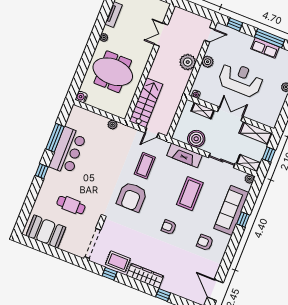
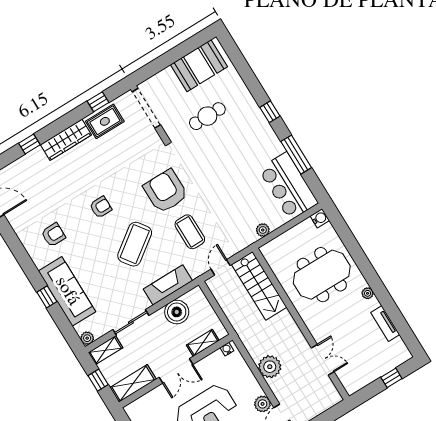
plant: (208, 62) -> (263, 404), moved
bar counter: (68, 151) -> (288, 186), moved
coffee table: (190, 194) -> (135, 244), moved, turned 54

